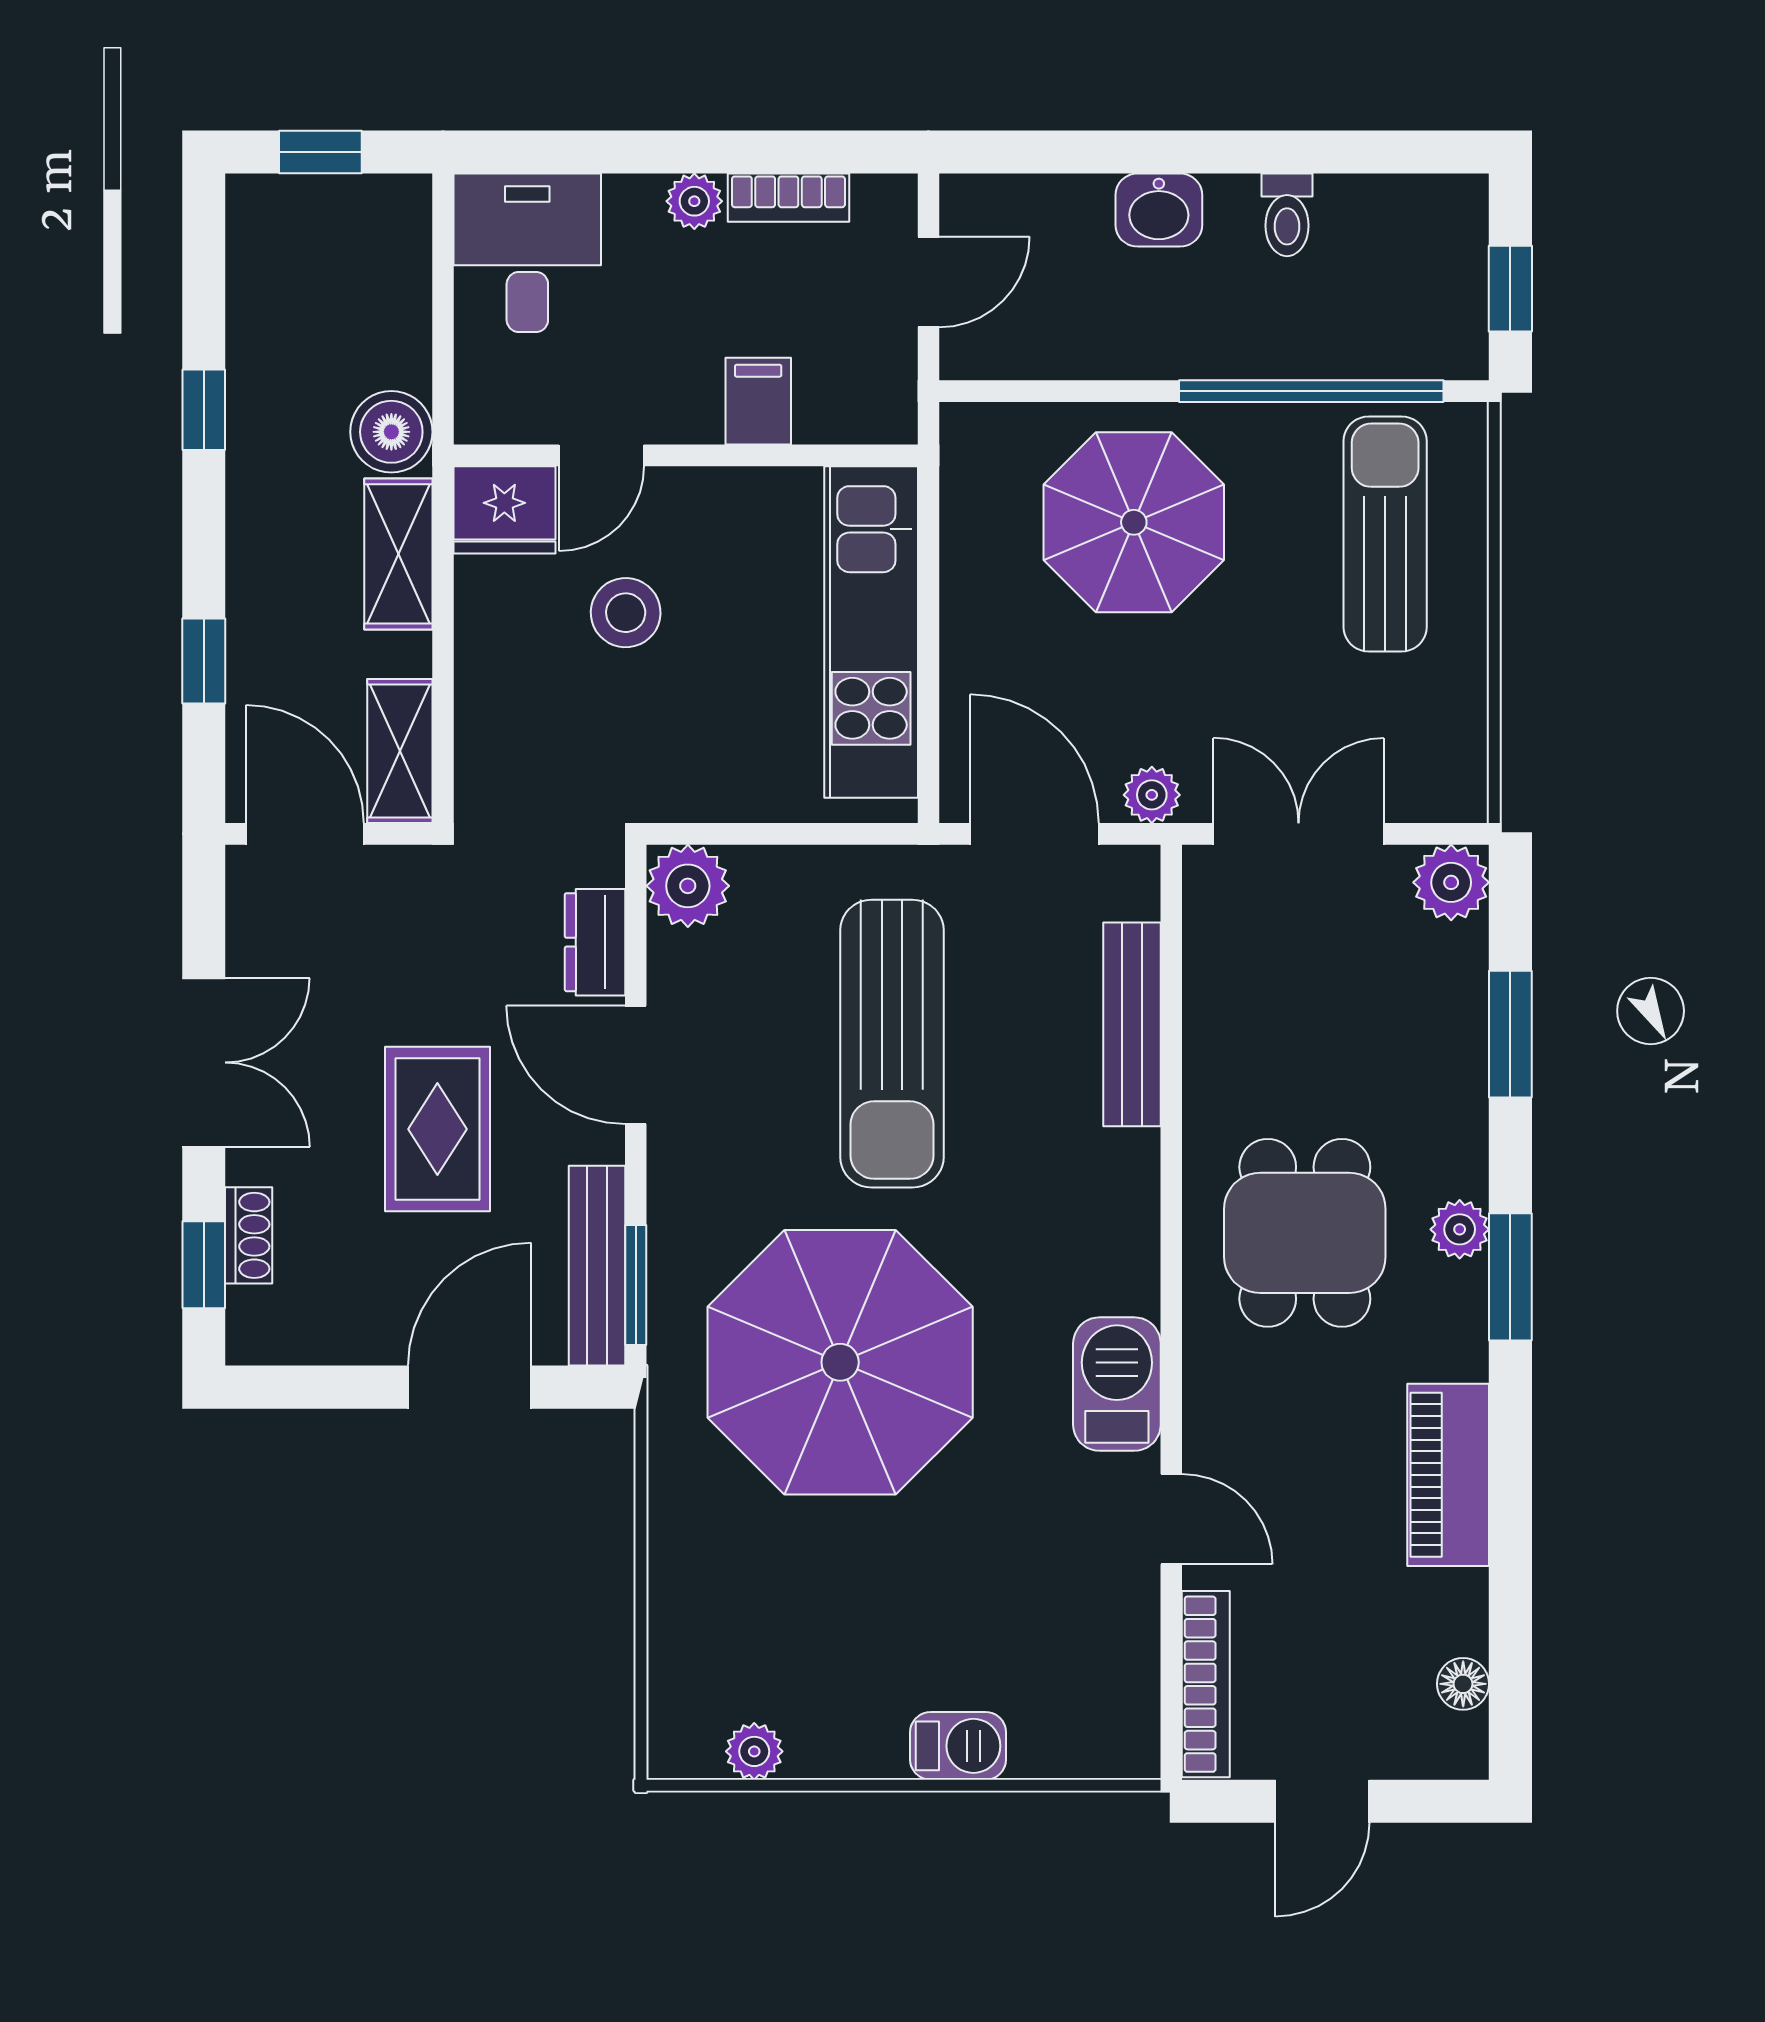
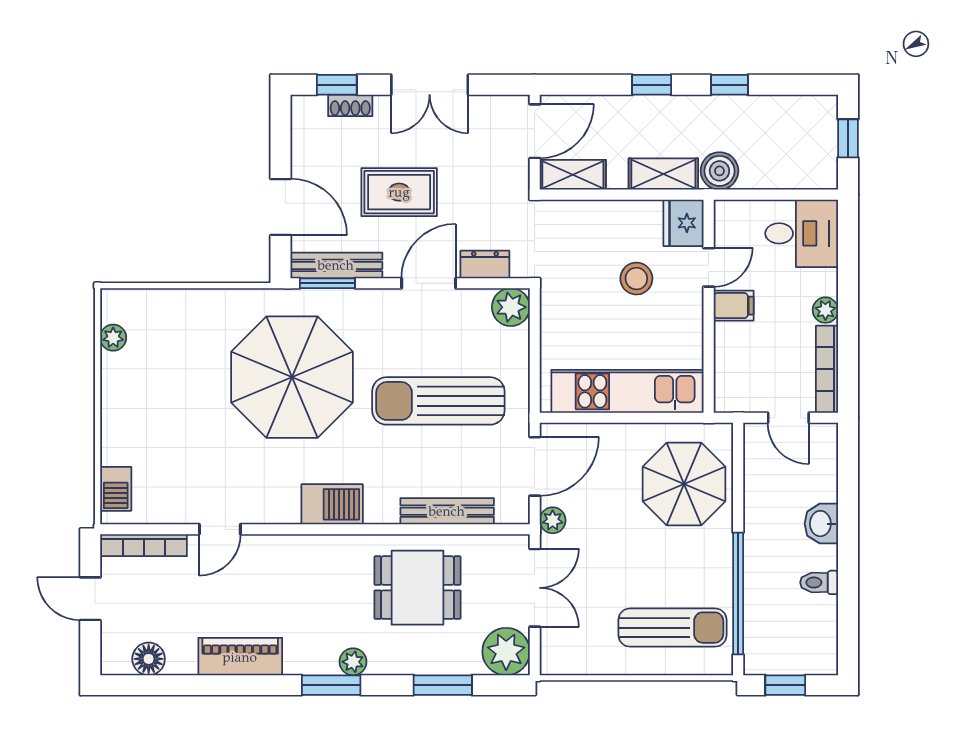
bookcase: (788, 198) -> (827, 369), width x1.56
filing cabinet: (758, 401) -> (734, 306), moved
door: (601, 455) -> (709, 267), swing flipped
parasol: (1134, 522) -> (684, 484), moved
window: (204, 661) -> (652, 85), moved
plant: (1451, 882) -> (506, 652), width x1.36, depth x1.36
dining table: (1305, 1233) -> (418, 588), moved
barbecue: (1117, 1384) -> (332, 504), moved
floor lamp: (1463, 1684) -> (149, 659), width x1.37, depth x1.37
barbecue: (958, 1746) -> (116, 489), moved

